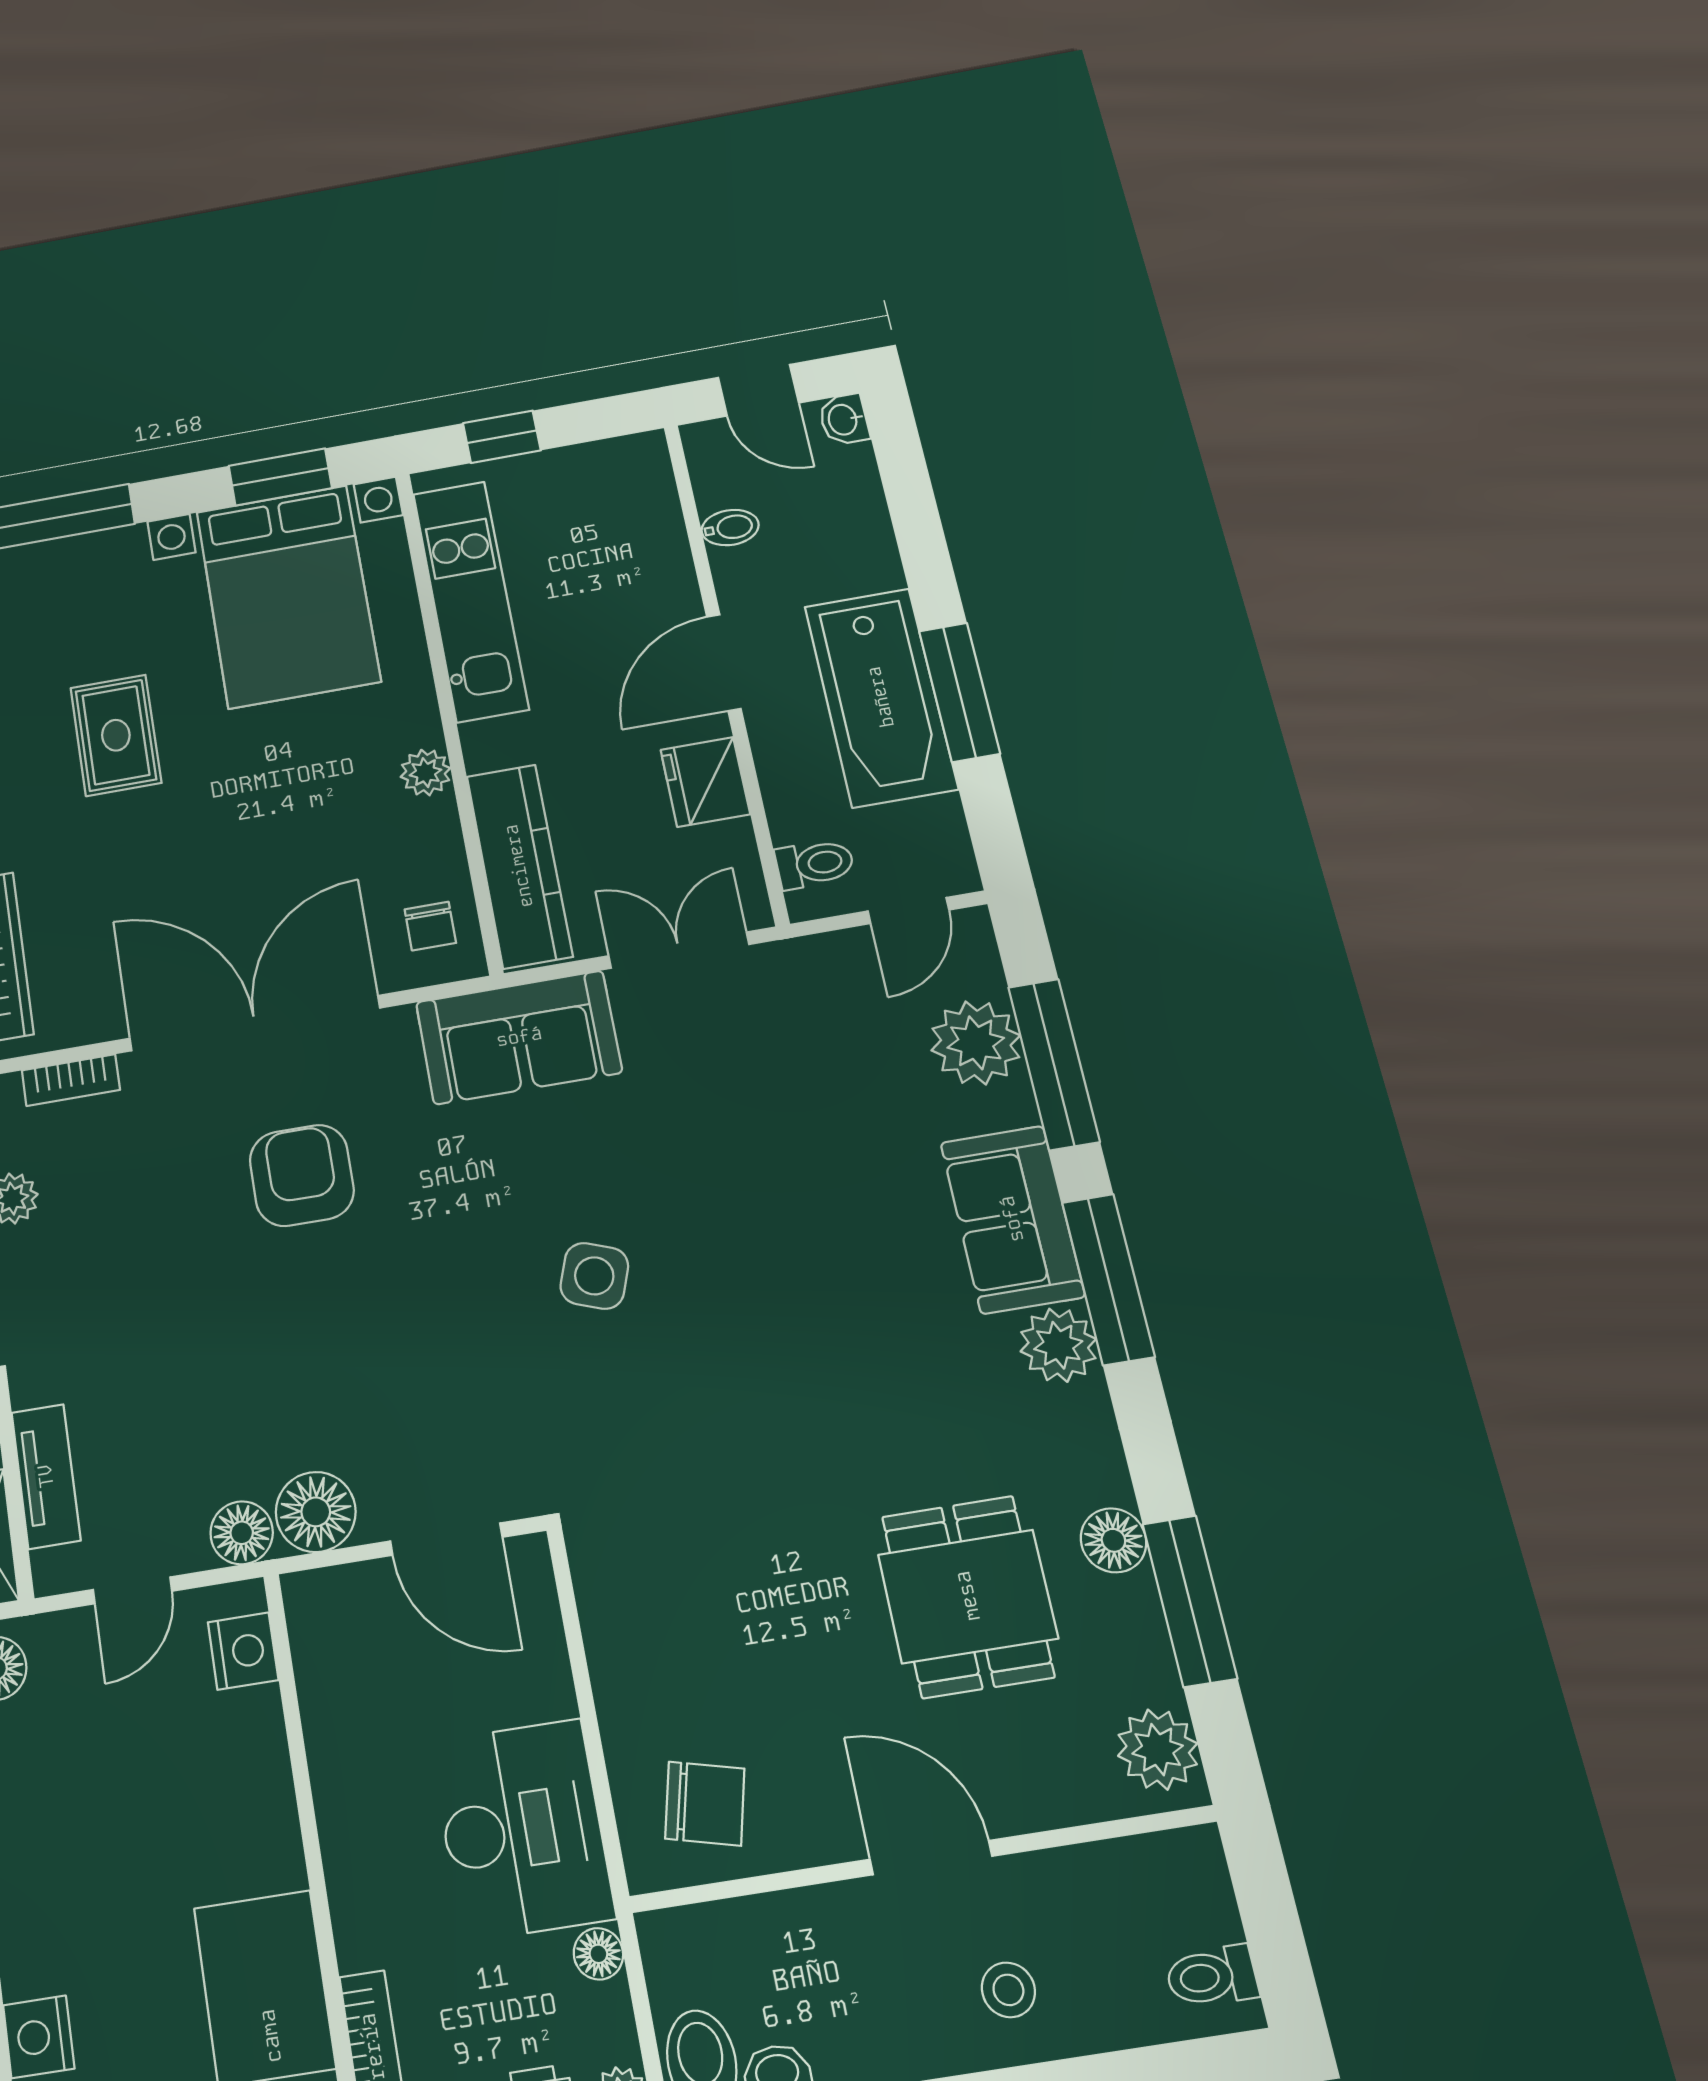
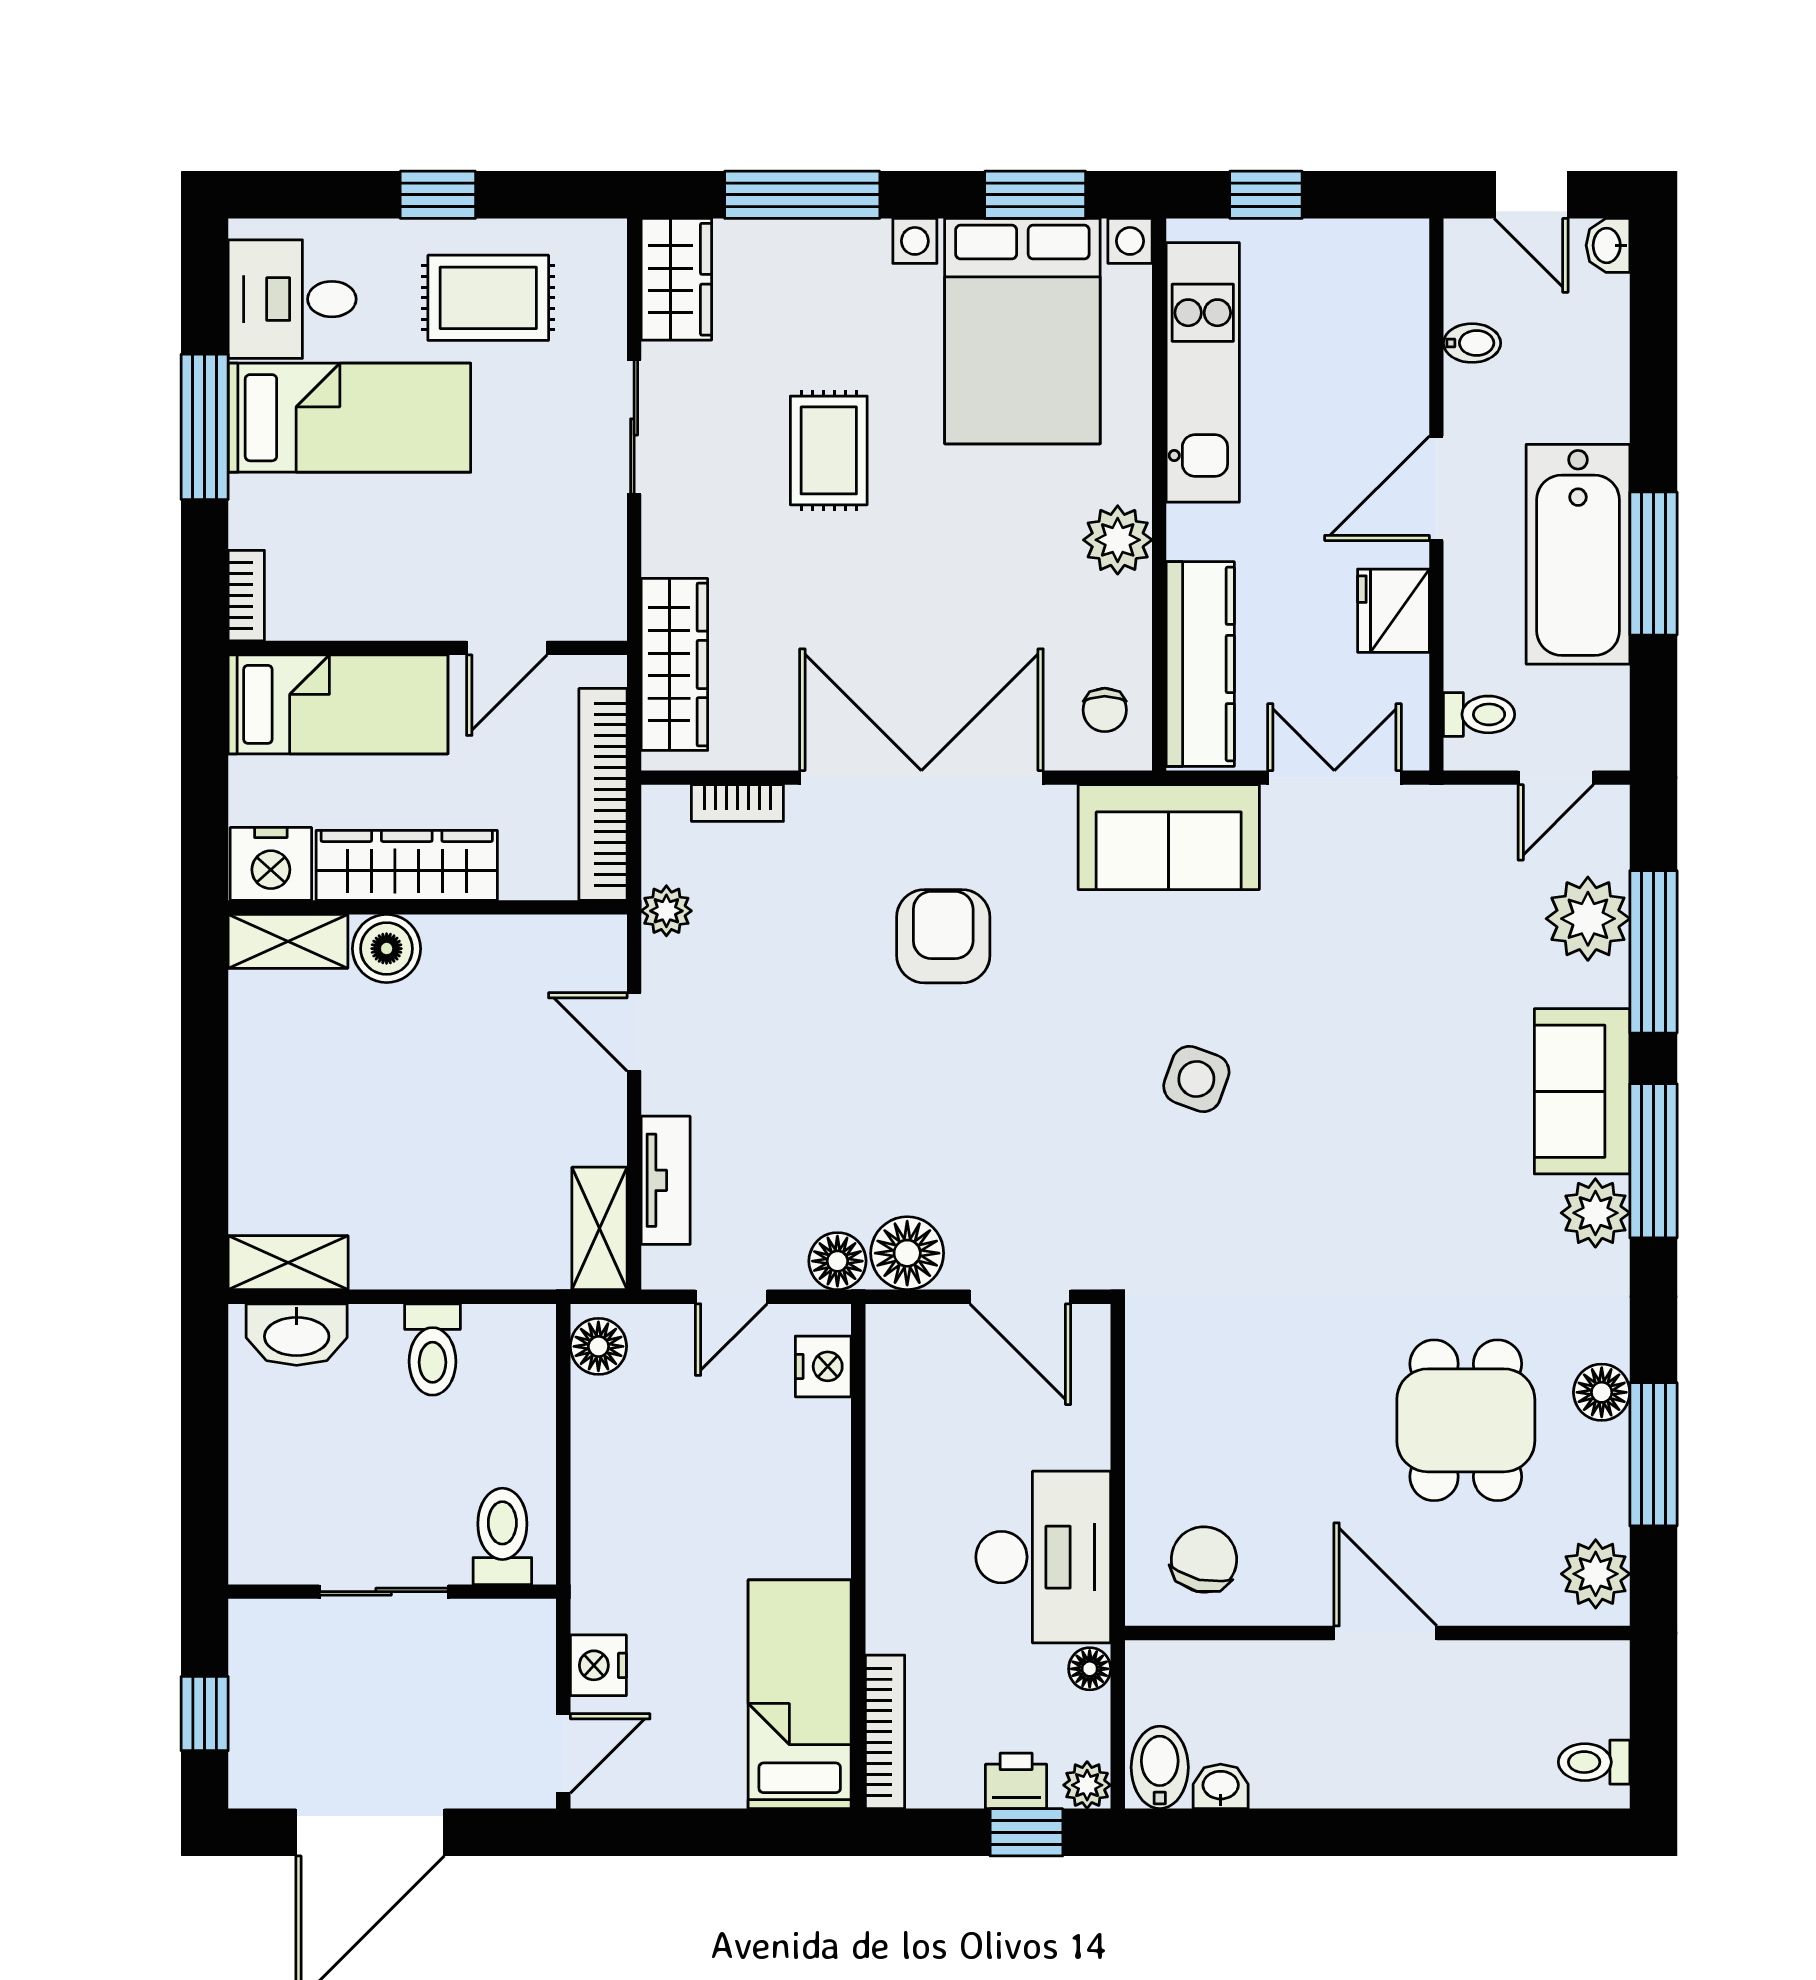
plant: (426, 773) -> (1118, 540), width x1.38, depth x1.38
chair: (705, 1804) -> (1204, 1559), turned -91
stool: (1008, 1990) -> (1426, 1748), removed

